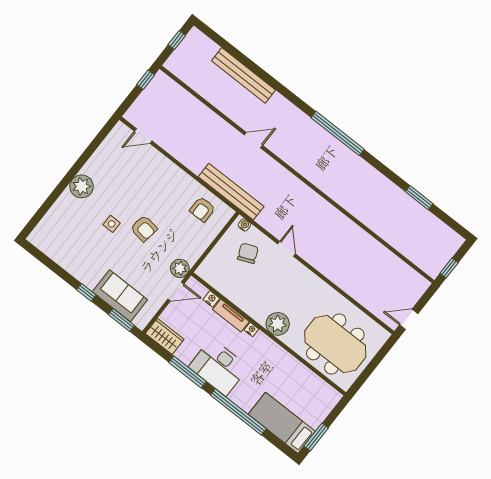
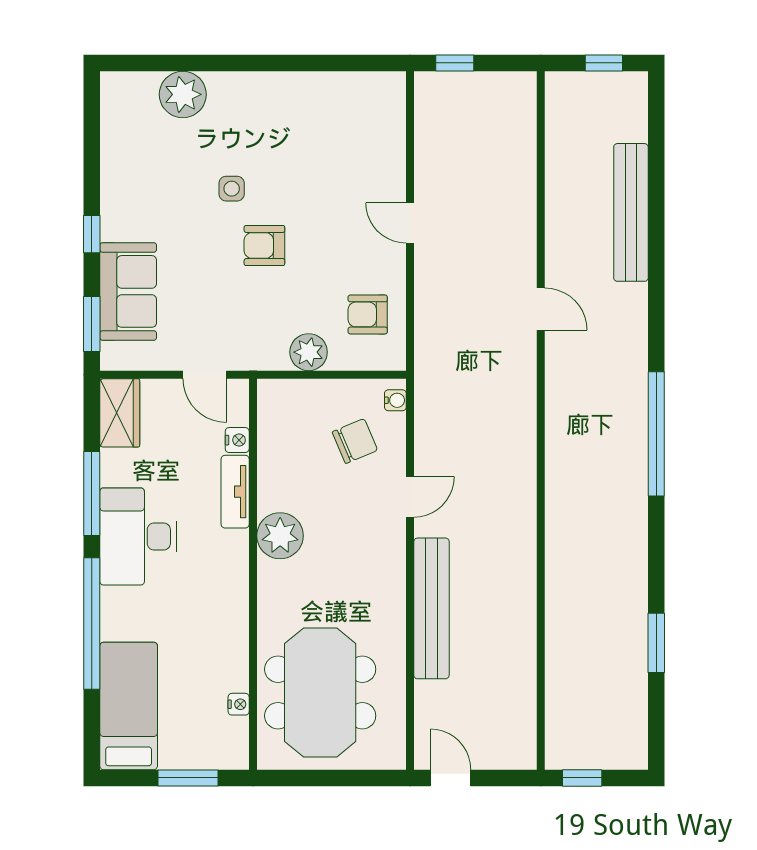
window: (146, 80) -> (455, 63), moved
door: (143, 136) -> (410, 223), moved
plant: (82, 186) -> (183, 94), moved
bench: (231, 192) -> (431, 608), moved
armchair: (144, 228) -> (264, 246), turned 82
plant: (180, 268) -> (309, 352), moved
plant: (278, 324) -> (280, 536), moved
nightstand: (251, 329) -> (239, 704), moved
window: (316, 437) -> (188, 778), moved

